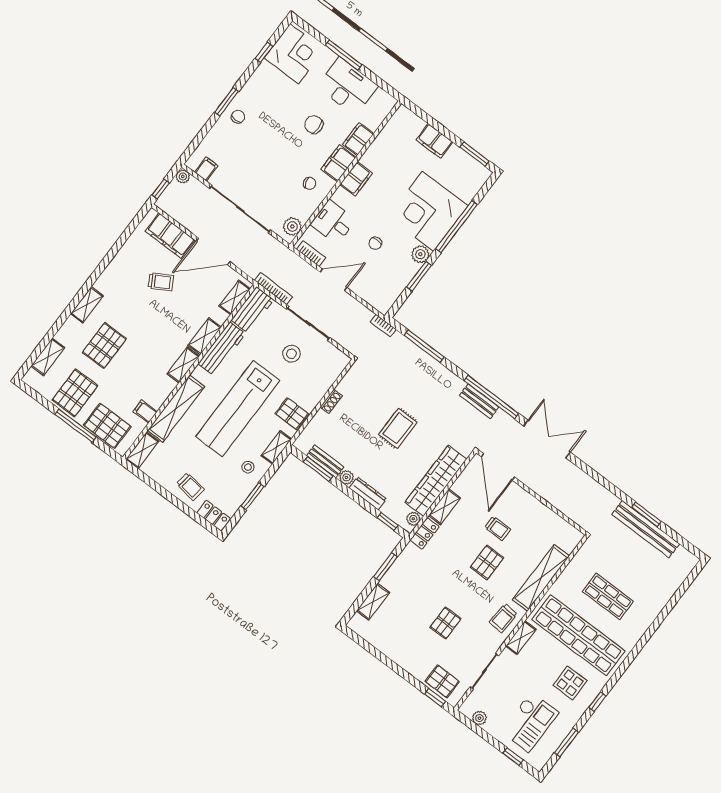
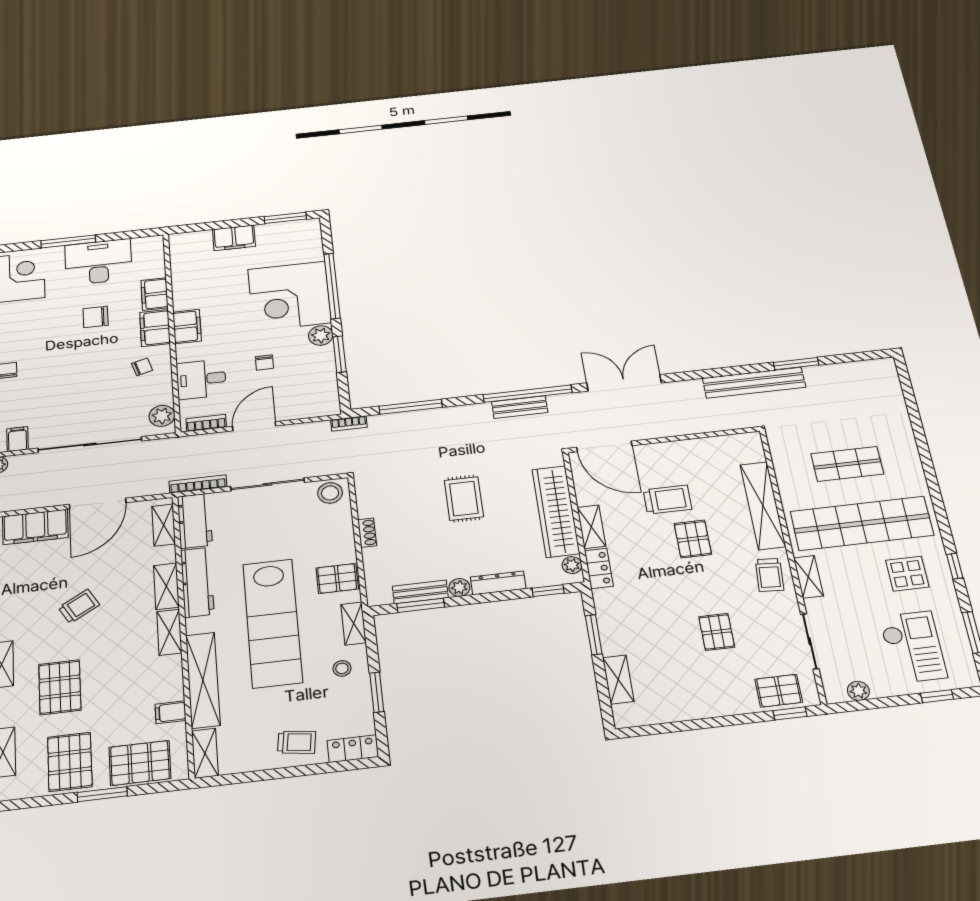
trolley: (161, 282) -> (79, 606), moved
stool: (291, 354) -> (330, 493), moved
window: (76, 426) -> (102, 794), width x0.69
trolley: (498, 528) -> (667, 500), width x1.36, depth x1.39
bench: (646, 529) -> (754, 383), moved

